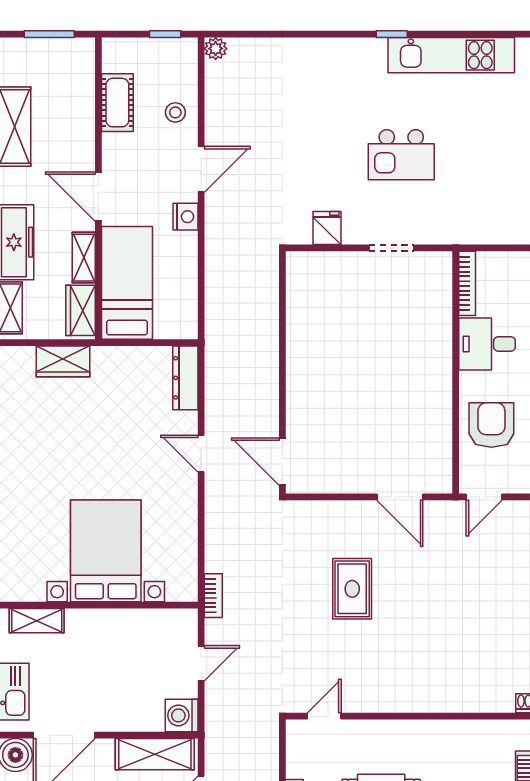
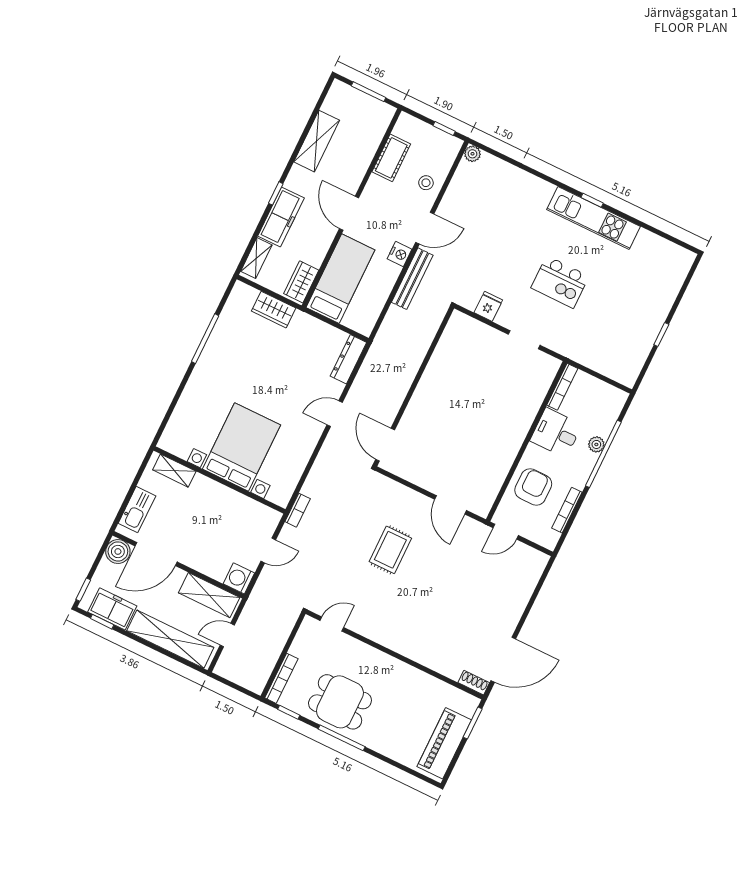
kitchen unit: (451, 55) -> (594, 218), moved
bench: (216, 240) -> (412, 279), added
shelving: (84, 258) -> (320, 248), removed
door: (201, 454) -> (335, 414), hinge flipped

